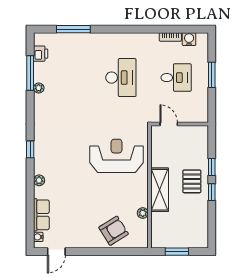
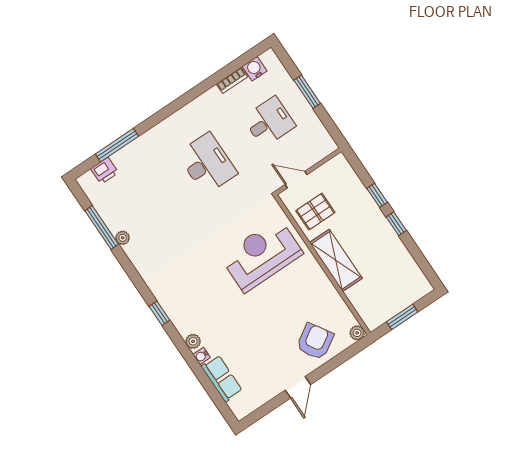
printer: (41, 54) -> (105, 171), moved, turned 90
pallet: (192, 181) -> (315, 212), moved, turned 90
plant: (143, 213) -> (357, 333), moved
water cooler: (38, 237) -> (202, 356), moved
door: (56, 252) -> (298, 387), moved

